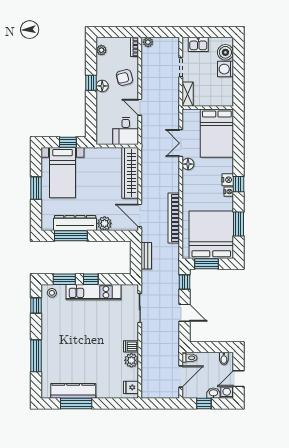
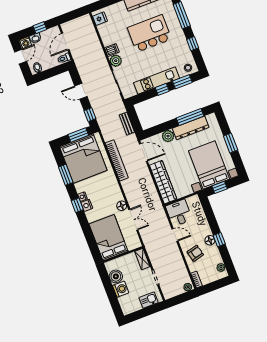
boiler: (225, 52) -> (116, 276), moved
bed with nightstands: (63, 173) -> (209, 165), width x1.36
window: (36, 305) -> (193, 44), moved
kitchen island: (81, 349) -> (149, 33), added
plant: (131, 360) -> (116, 61), moved

